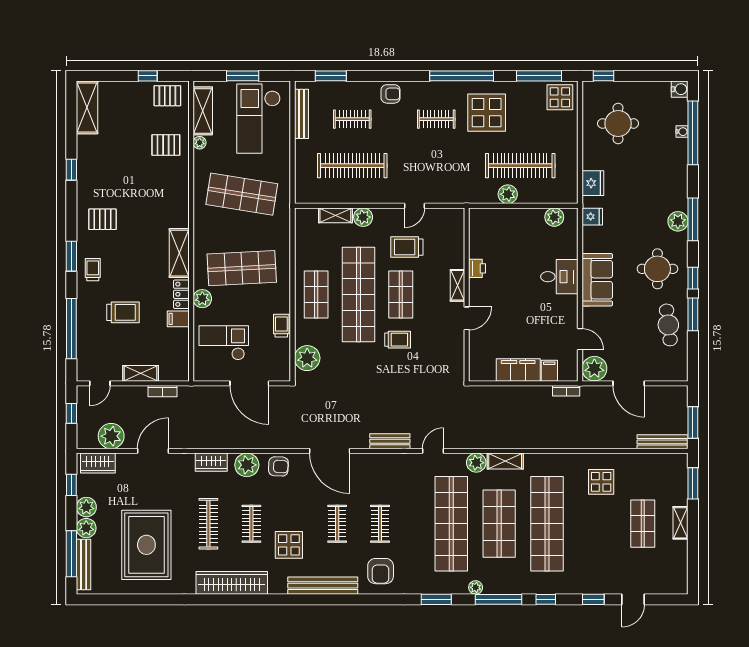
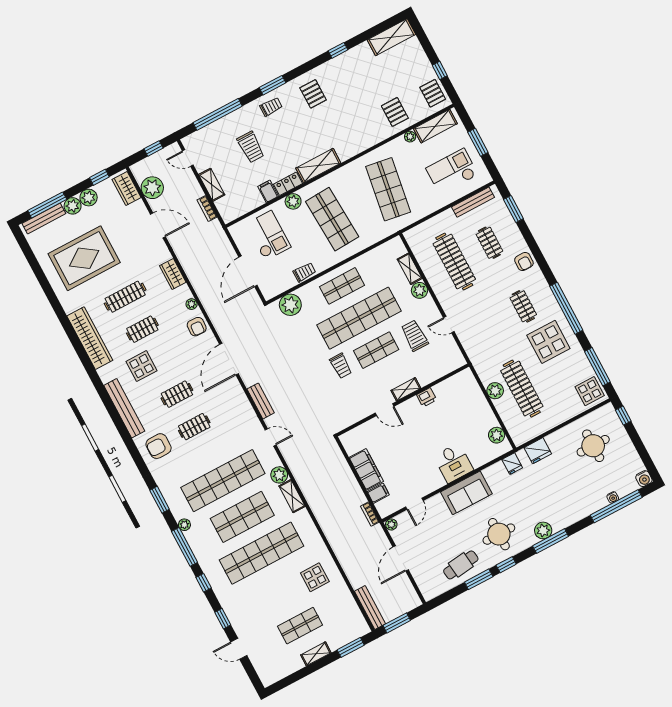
checkout: (258, 119) -> (452, 171), width x0.73, depth x0.83
plant: (594, 369) -> (391, 524), width x0.53, depth x0.53
plant: (247, 465) -> (192, 304), width x0.53, depth x0.53

